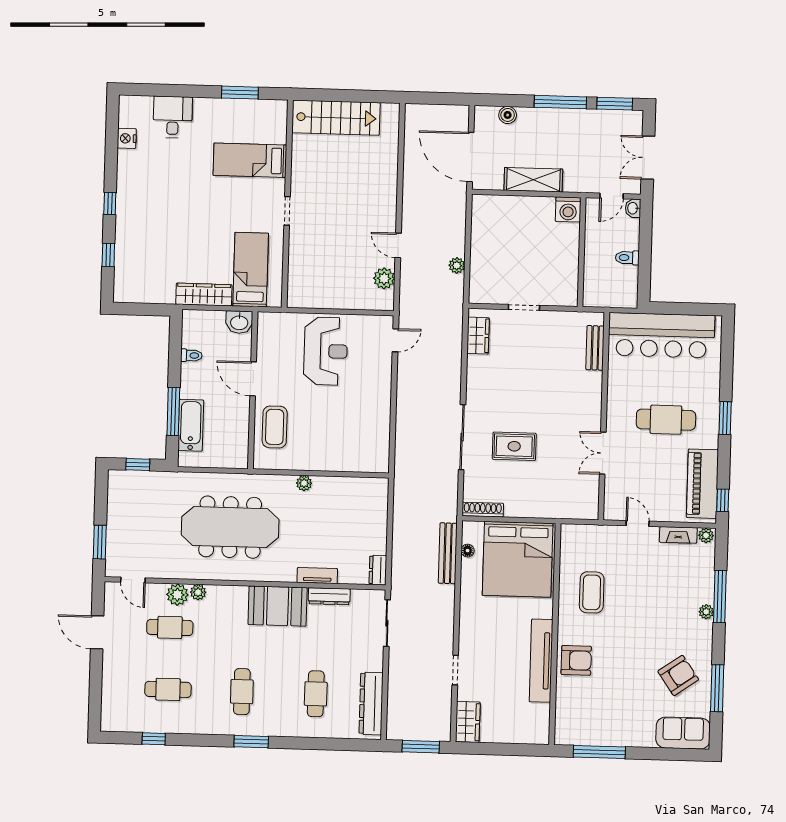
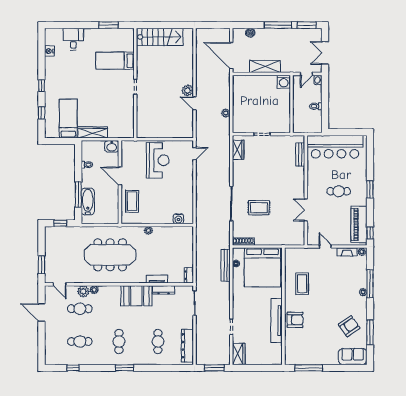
bed: (251, 270) -> (68, 118), moved
plant: (384, 278) -> (188, 91), moved
cafe table: (666, 420) -> (339, 191), width x0.73, depth x0.74
water cooler: (361, 463) -> (178, 219), added

